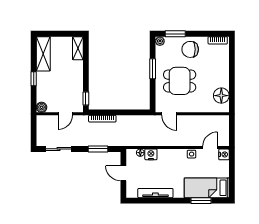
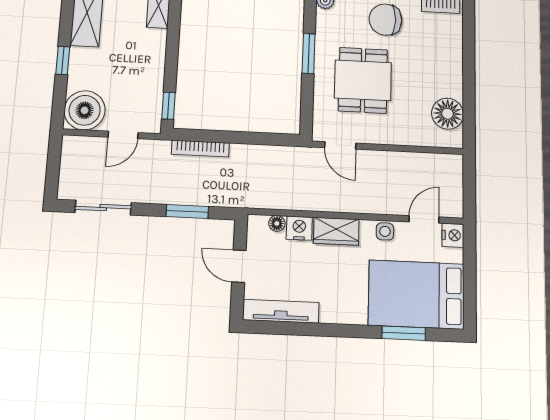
dining table: (180, 81) -> (363, 80), turned 90
boiler: (42, 107) -> (85, 110), width x1.86, depth x1.86
wardrobe: (168, 155) -> (336, 231), added
bed: (207, 188) -> (416, 294), width x1.50
tv unit: (155, 193) -> (281, 311), moved

